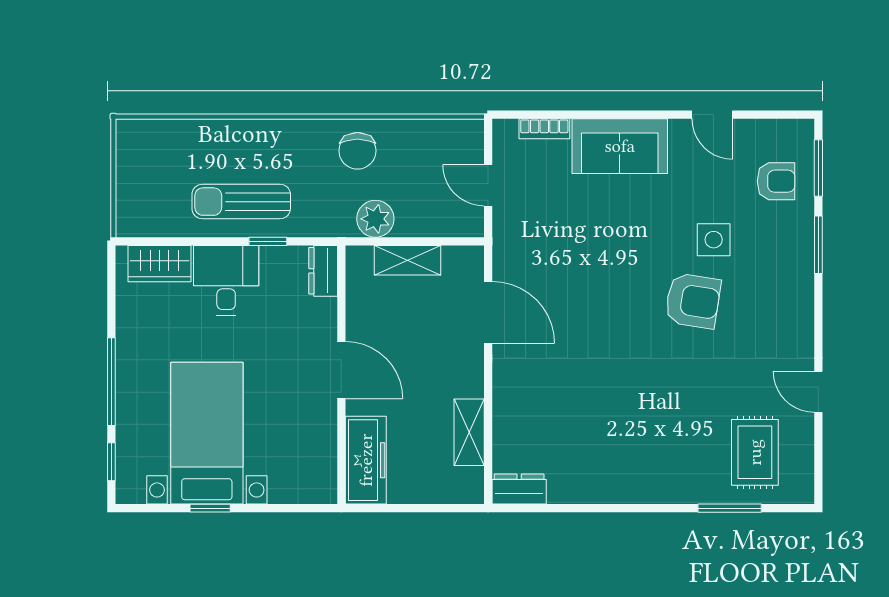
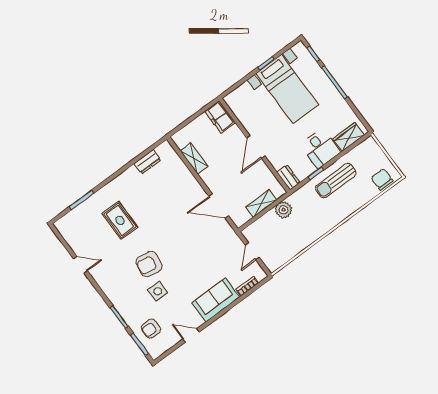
chair: (357, 151) -> (382, 179), moved
door: (488, 185) -> (252, 251), swing flipped
sun lounger: (241, 202) -> (336, 181), turned 180
door: (341, 370) -> (256, 147), hinge flipped
rug: (755, 452) -> (120, 220), moved
freezer: (366, 460) -> (220, 117), width x0.71
dresser: (519, 489) -> (147, 162), moved

